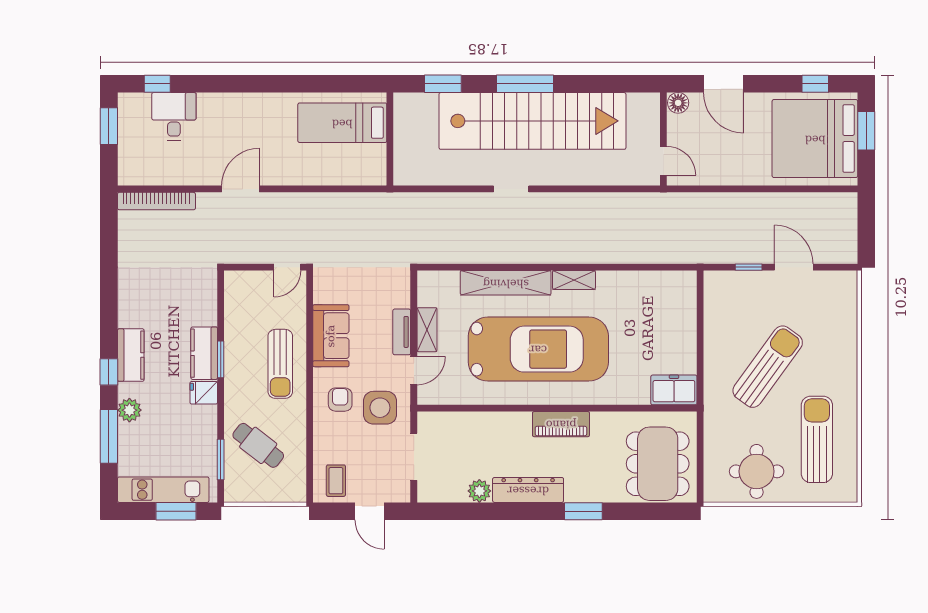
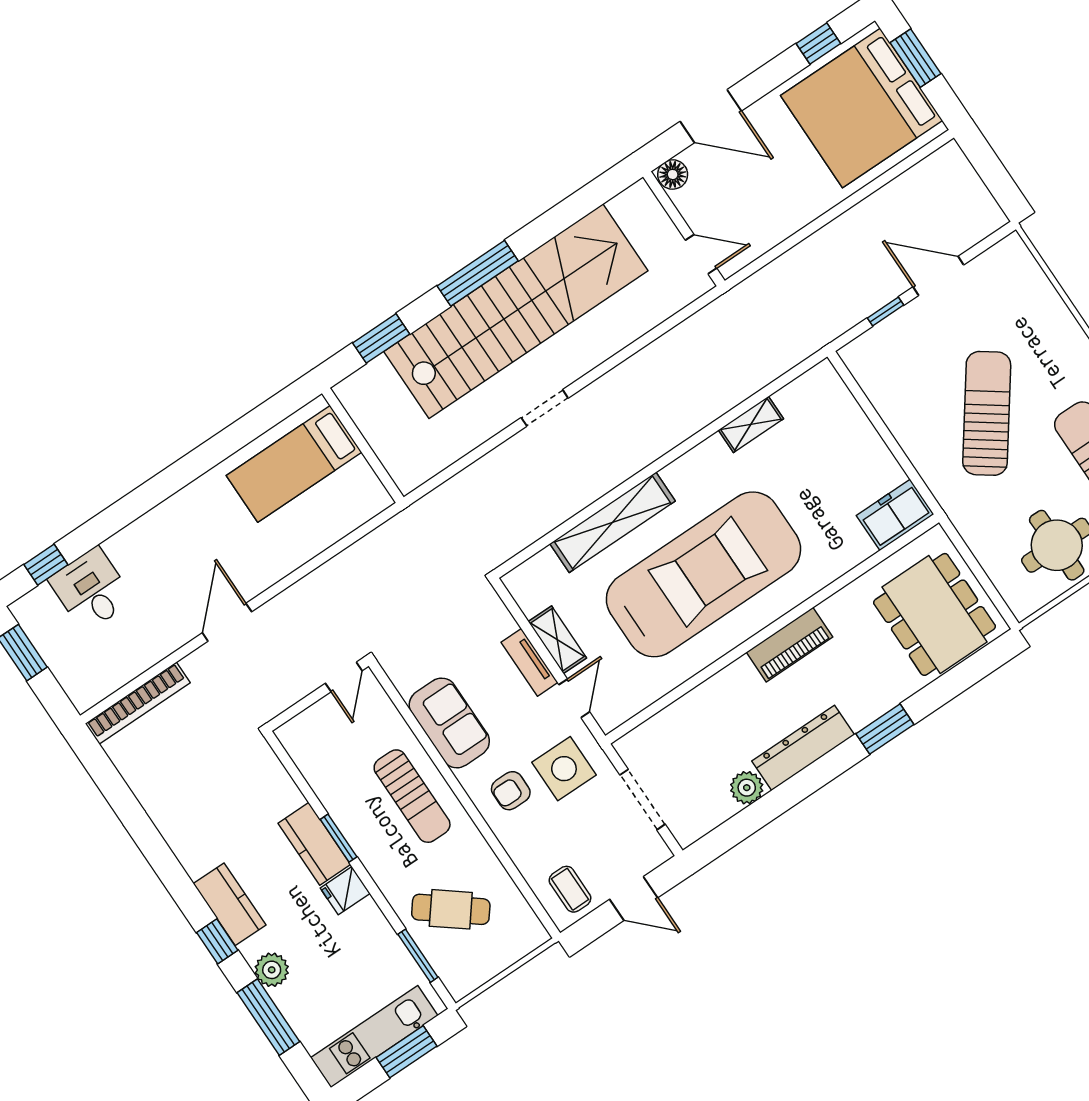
shelving: (574, 280) -> (751, 424), moved
armchair: (340, 400) -> (511, 791), turned -90

